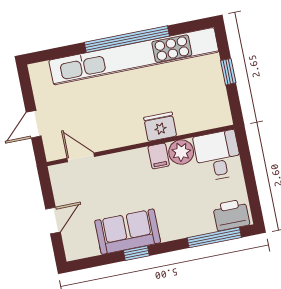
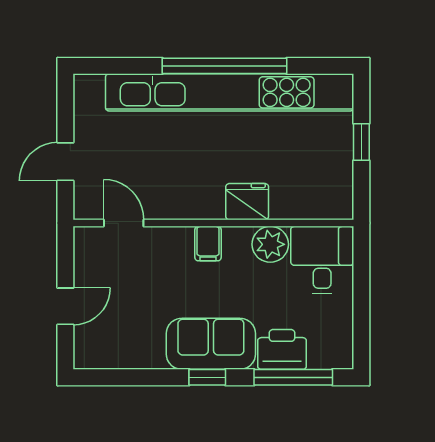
filing cabinet: (159, 156) -> (208, 244), moved
printer: (231, 215) -> (282, 349), moved
sofa: (128, 232) -> (211, 344), moved
window: (136, 253) -> (207, 377), moved

